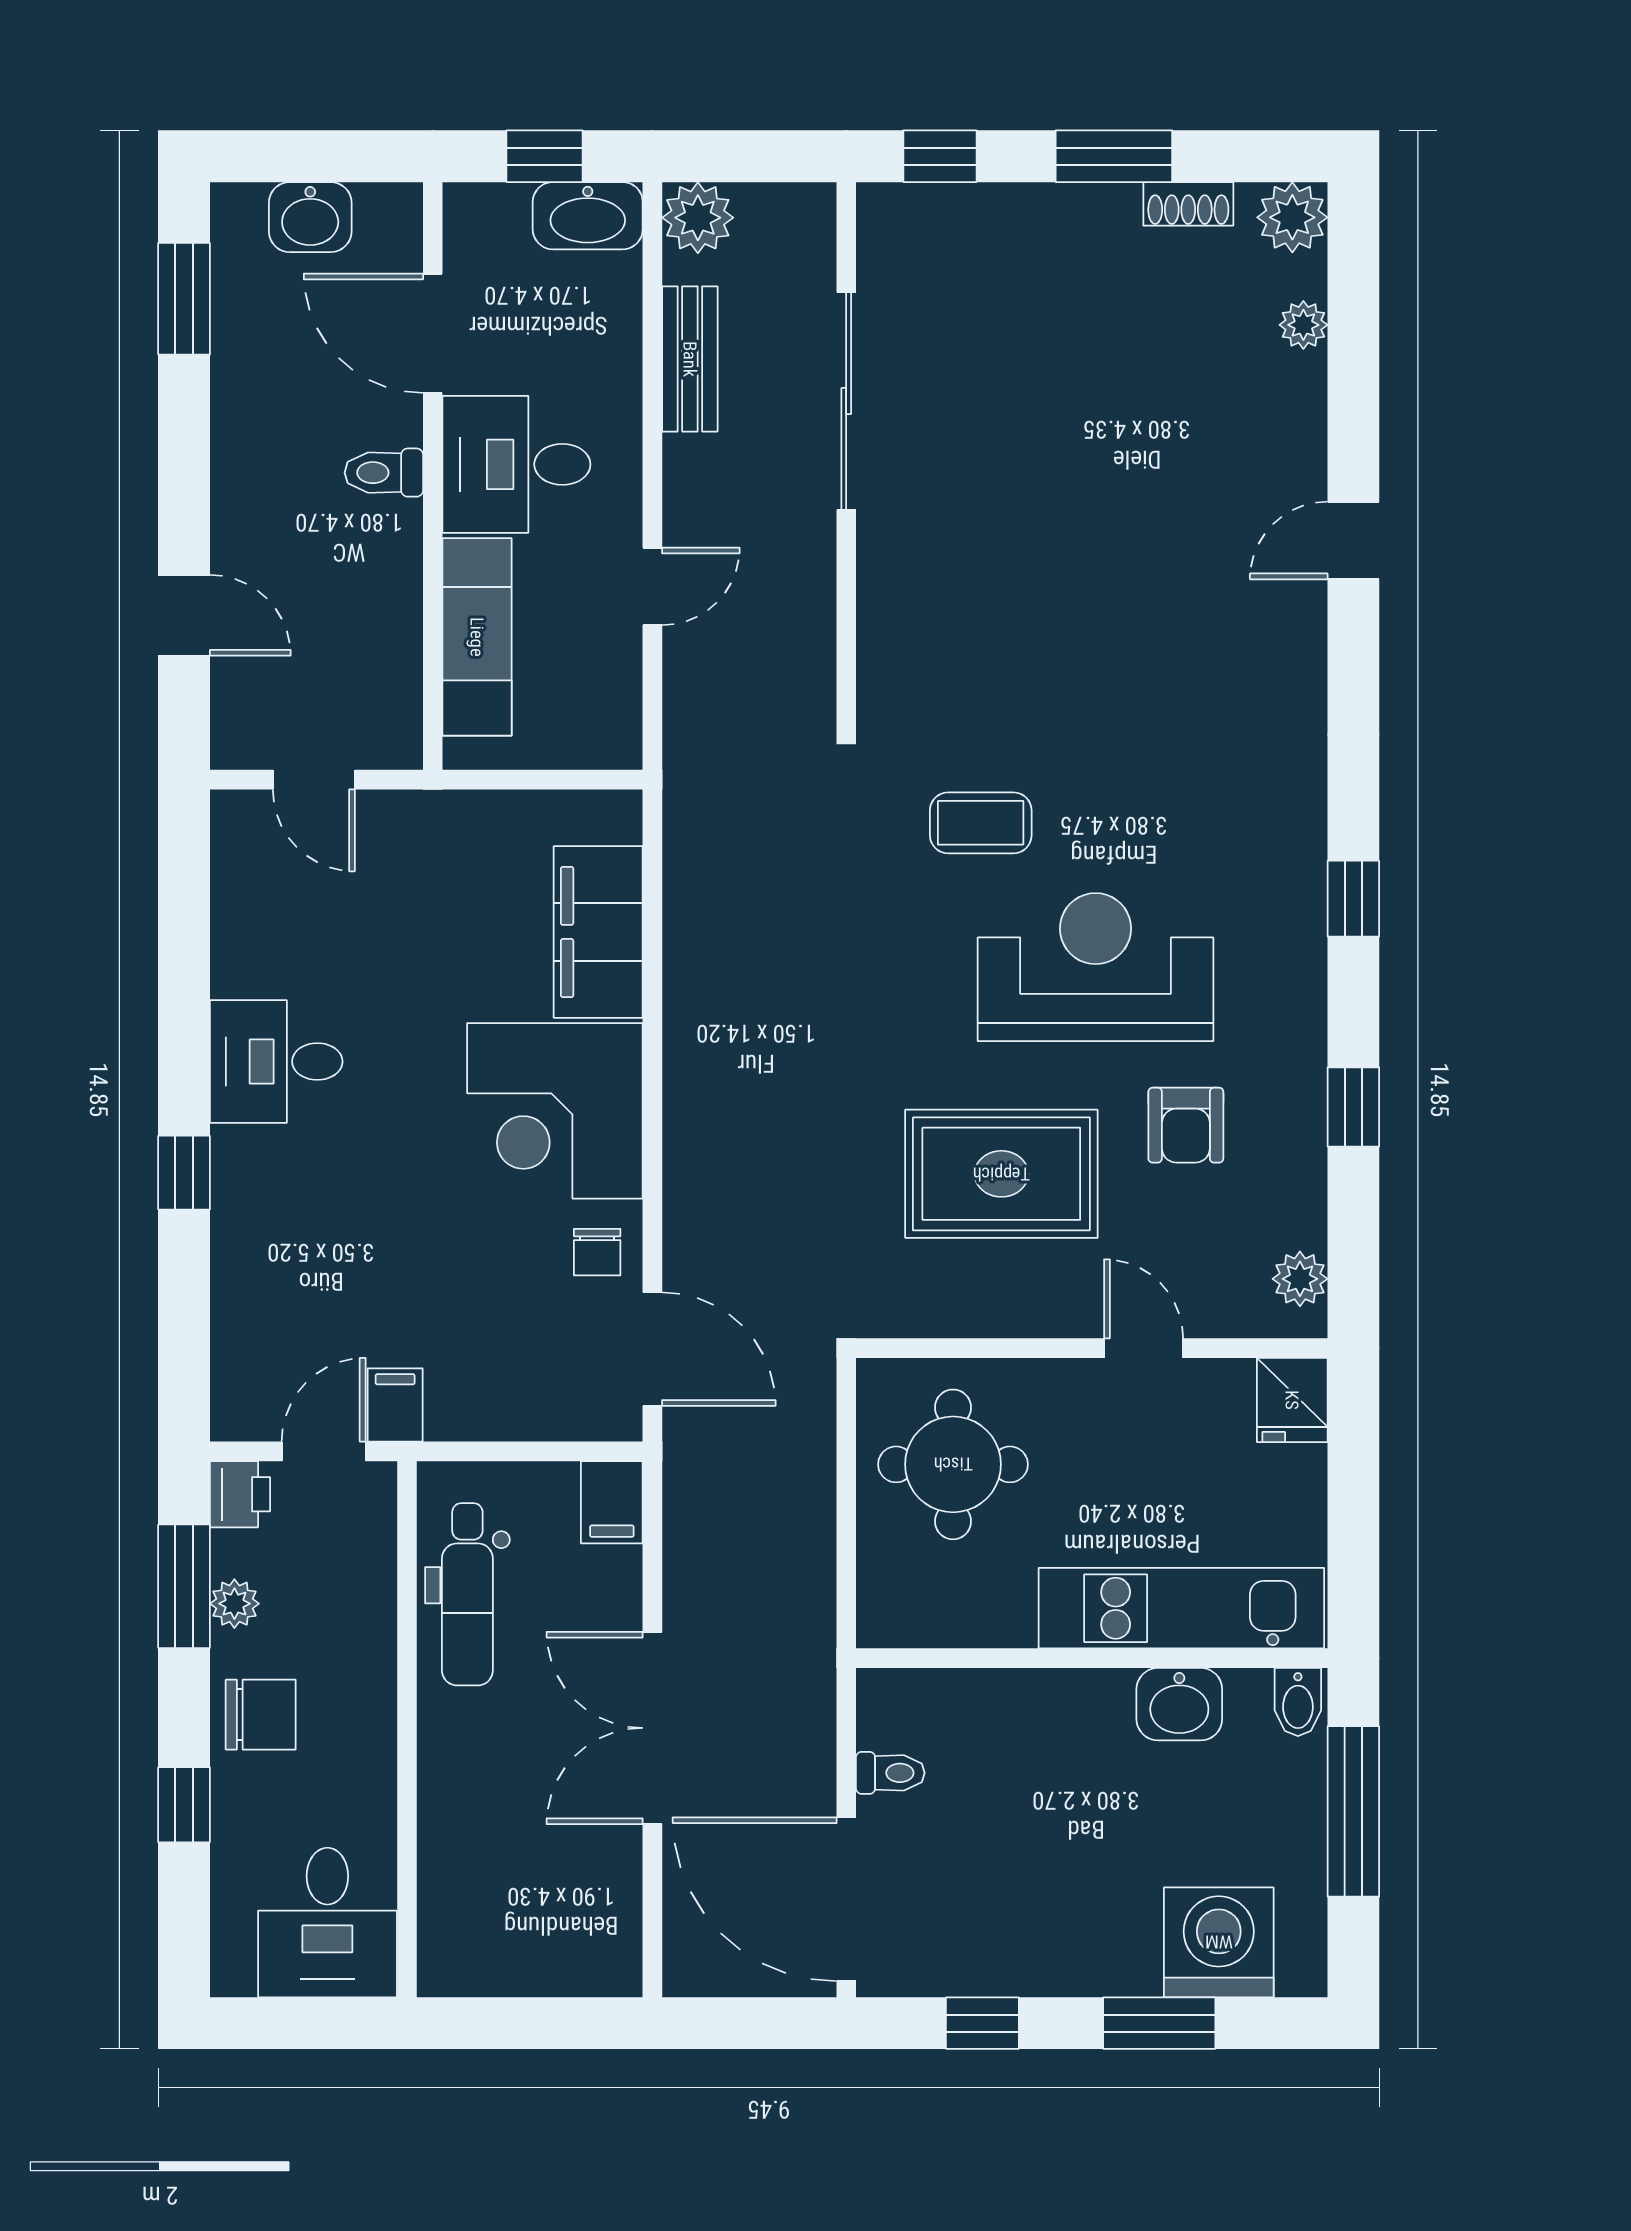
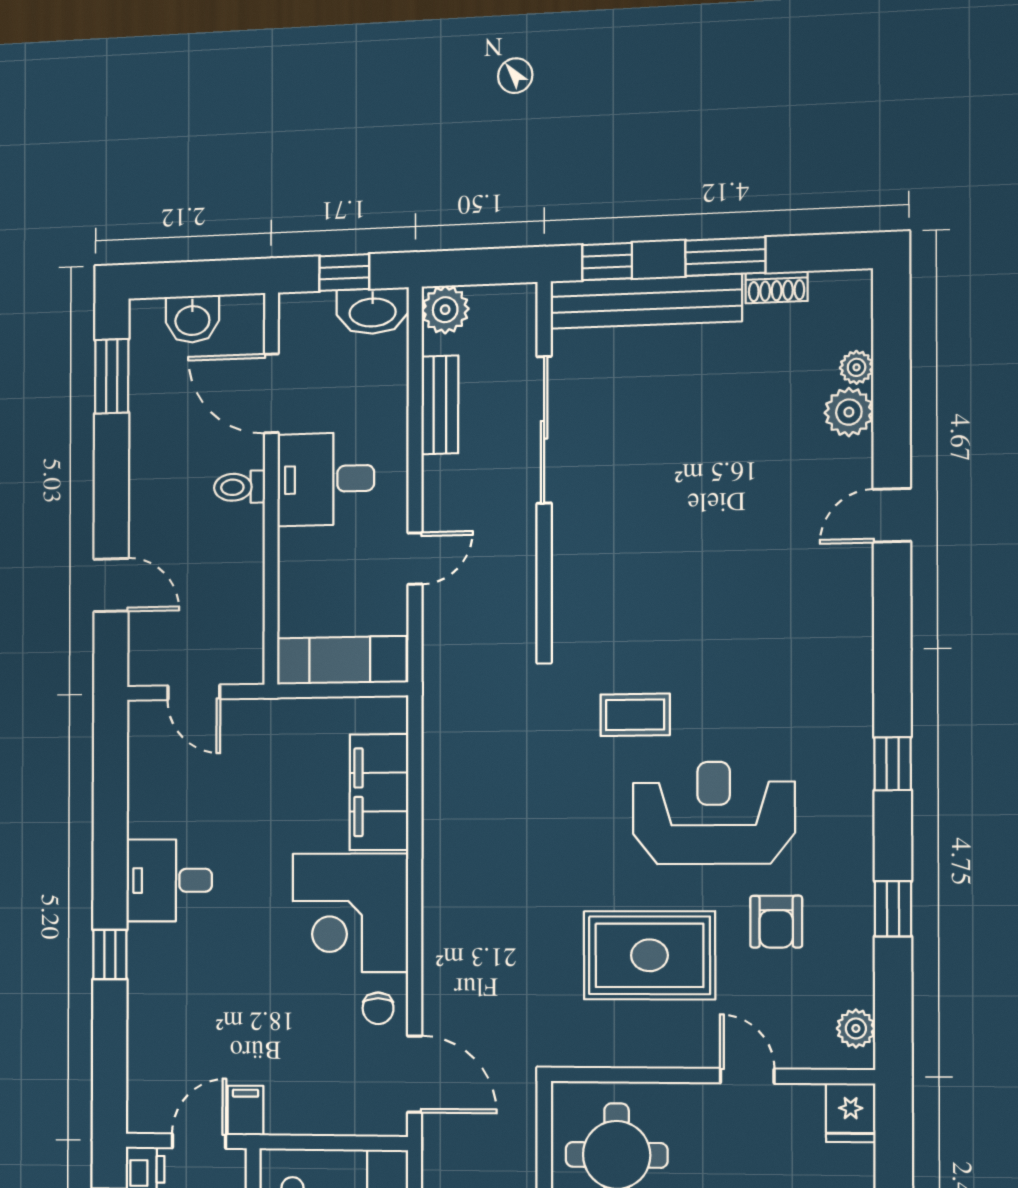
bench: (998, 217) -> (646, 301), added
plant: (1292, 217) -> (849, 412), moved
exam couch: (477, 637) -> (342, 660), moved, turned -90

